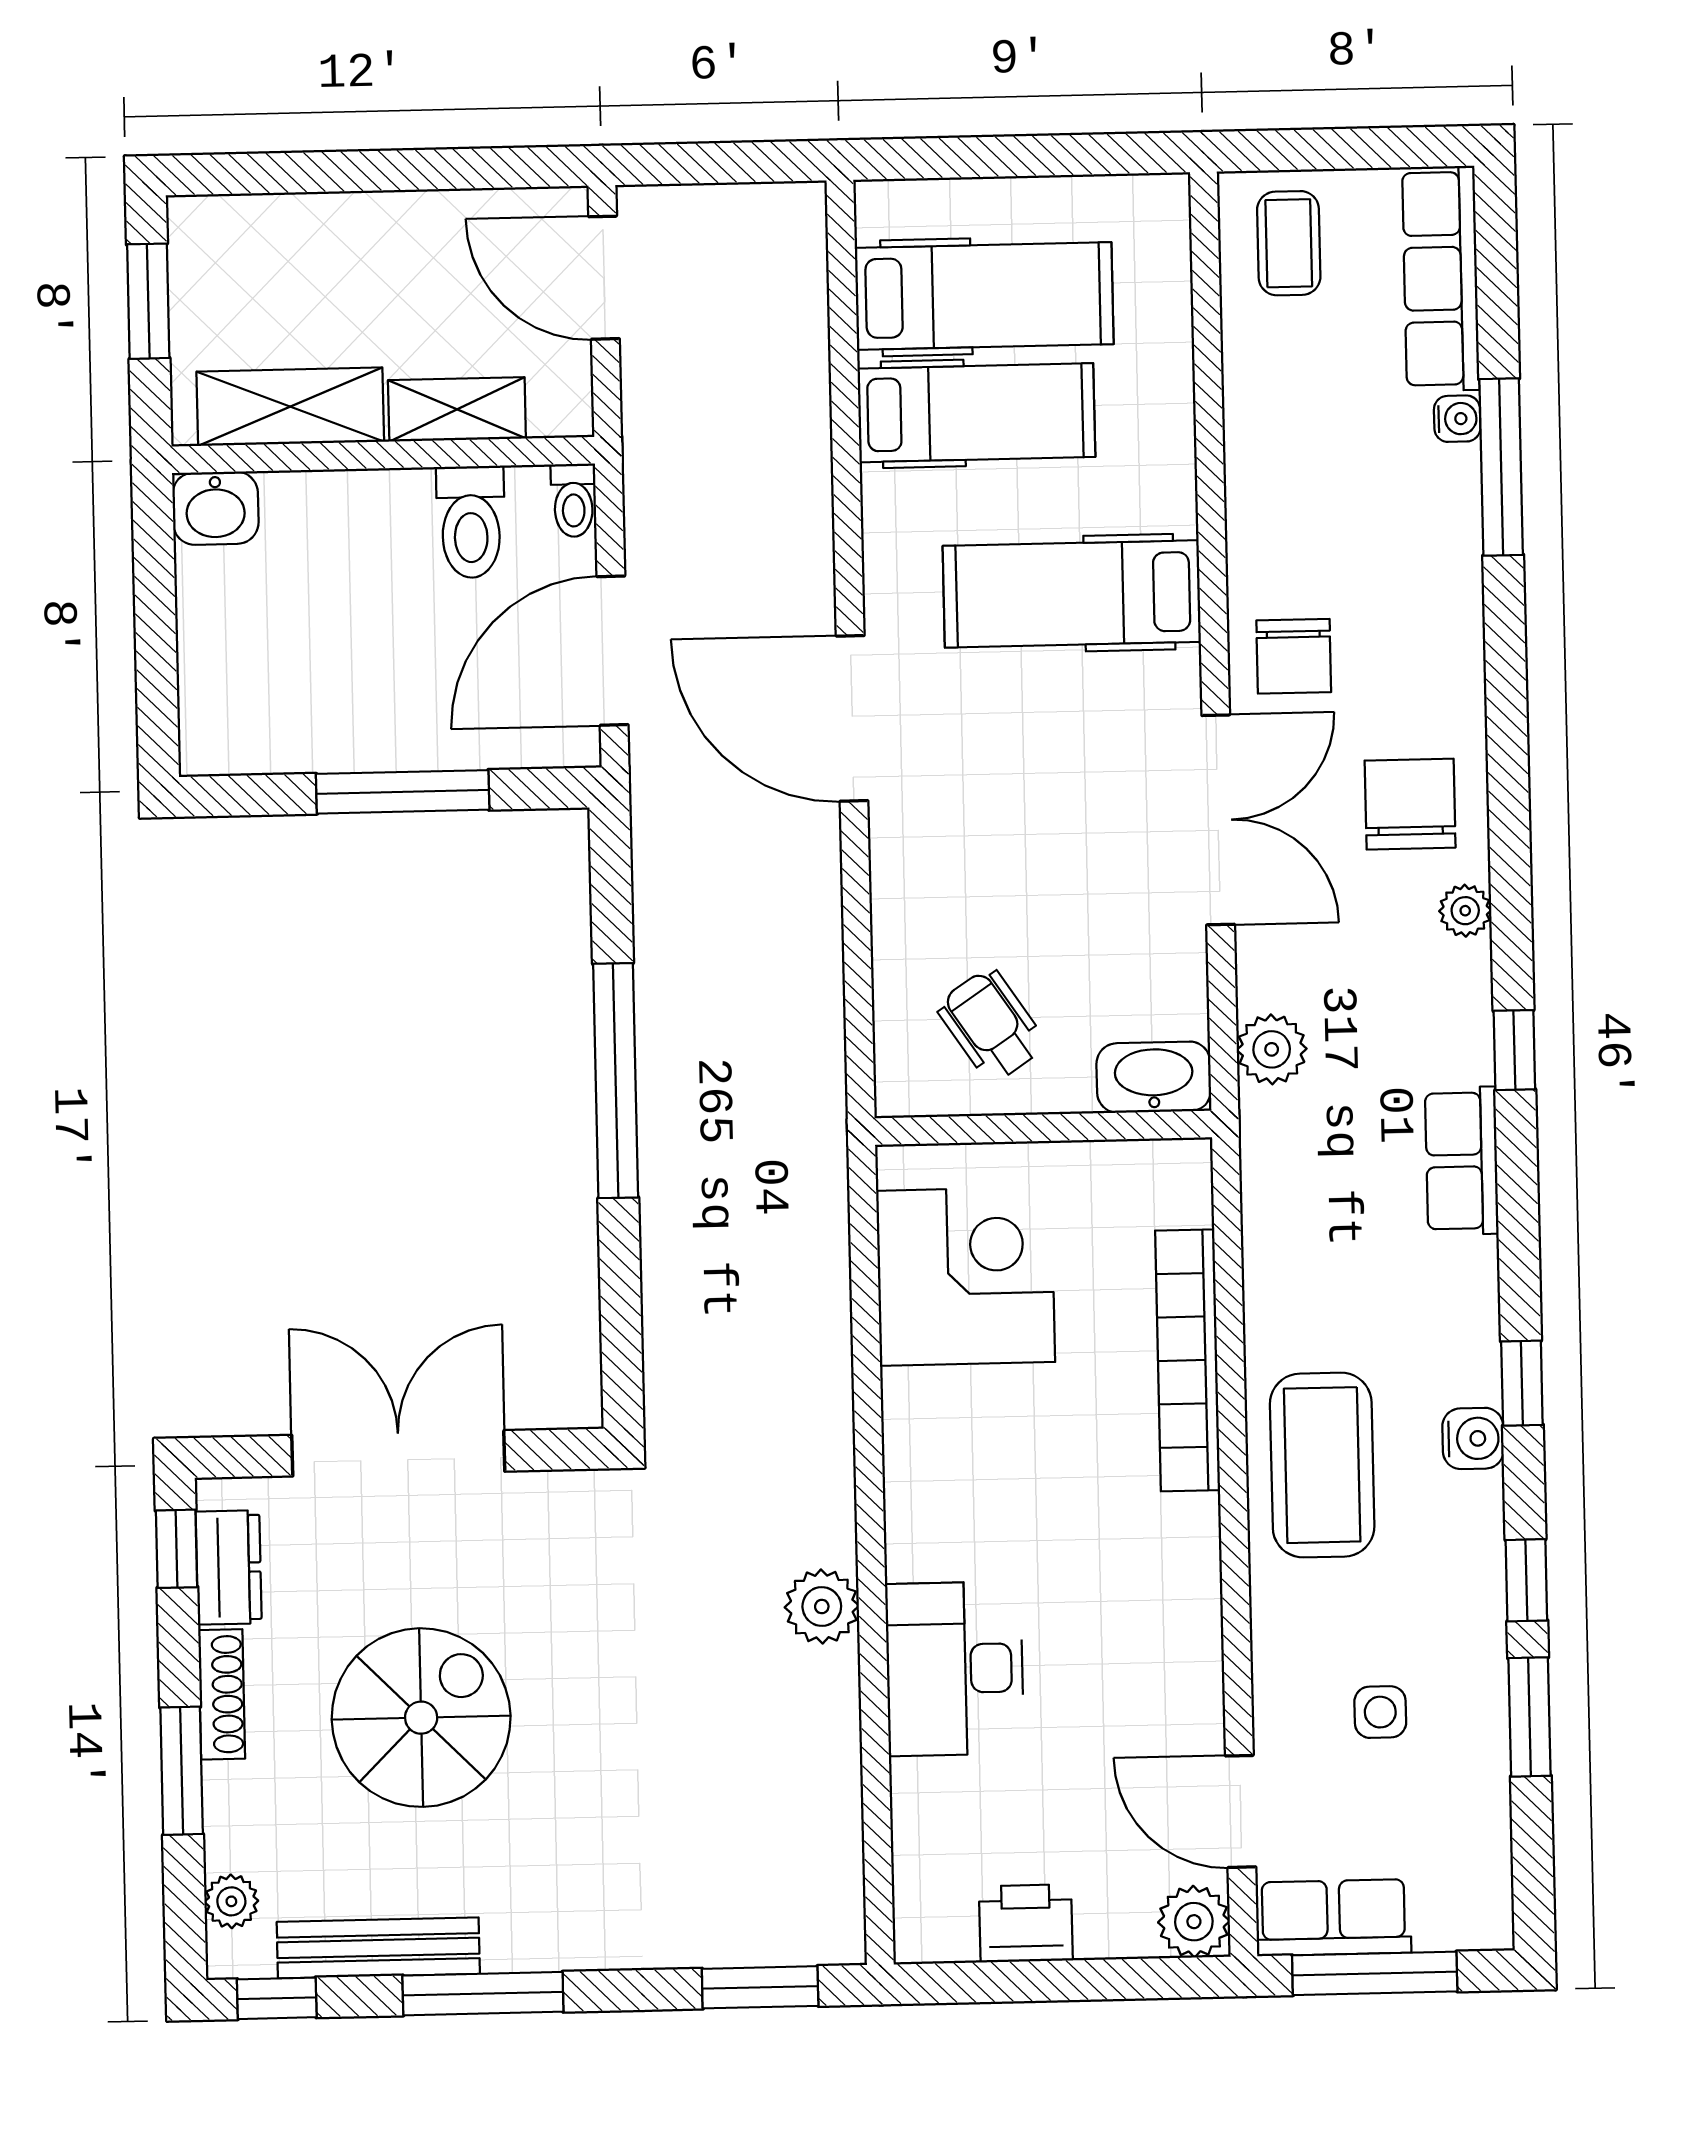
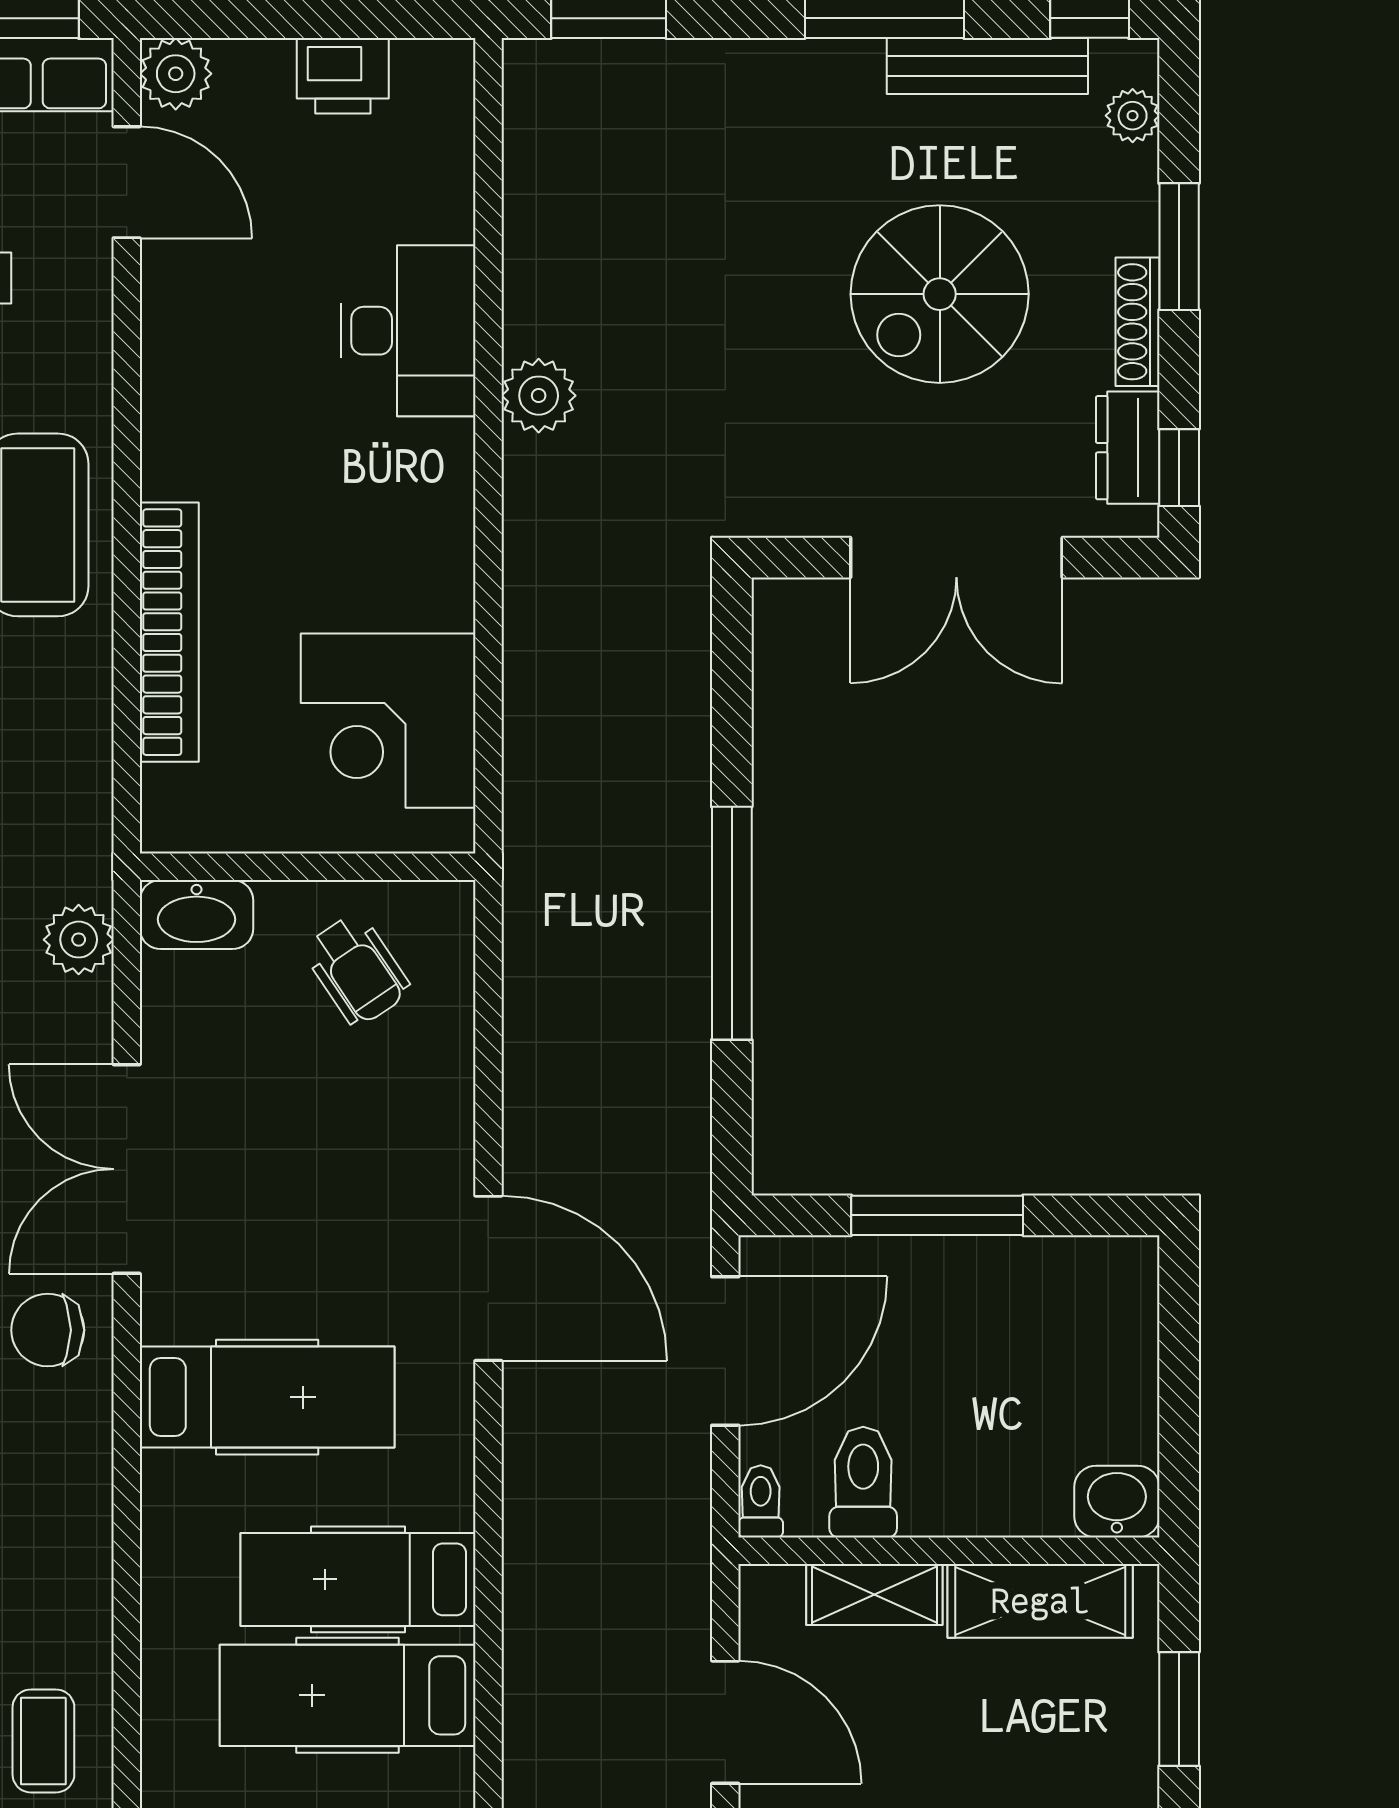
chair: (1294, 656) -> (48, 1330), turned -90

